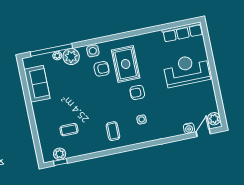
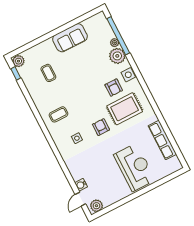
row of seats: (182, 32) -> (162, 140), moved
sofa: (37, 84) -> (70, 38), moved
door: (203, 133) -> (80, 199), swing flipped
plant: (60, 154) -> (18, 61), moved

